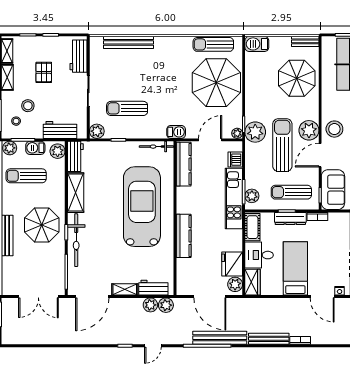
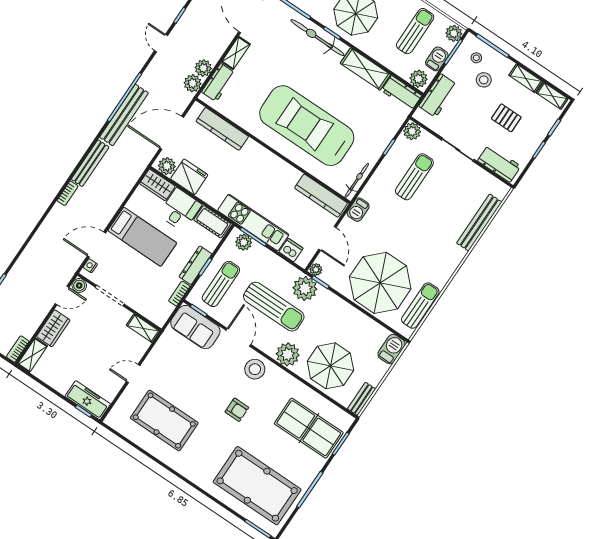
plant: (309, 130) -> (288, 354), moved
car: (142, 207) -> (307, 126), turned 180
kitchen counter: (184, 236) -> (222, 129), moved

